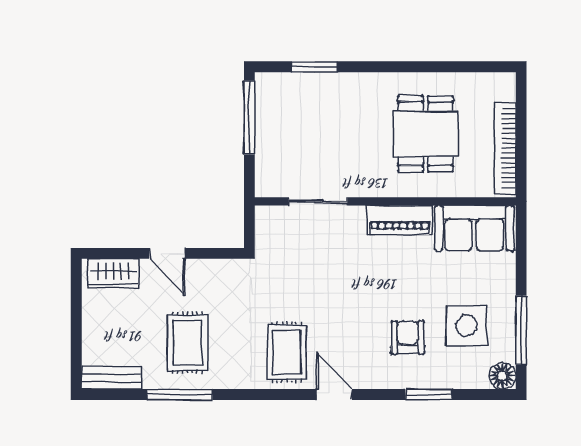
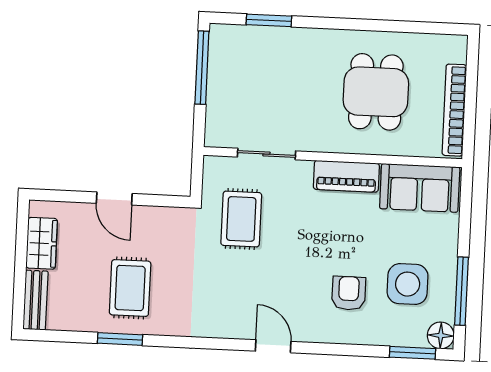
wardrobe: (113, 273) -> (42, 243), moved, turned -90
rug: (287, 352) -> (241, 219), moved
bench: (111, 378) -> (36, 300), moved, turned 90
window: (180, 395) -> (120, 339), width x0.69
window: (429, 395) -> (413, 353), moved

